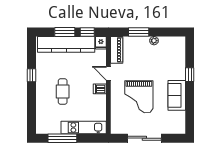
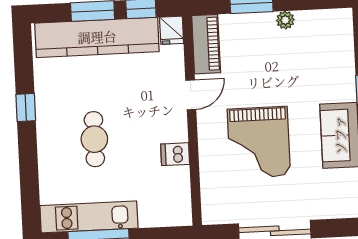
door: (108, 73) -> (191, 95), swing flipped
dishwasher: (100, 89) -> (175, 154), moved
kitchen unit: (84, 128) -> (89, 217), moved

